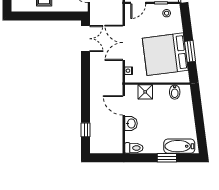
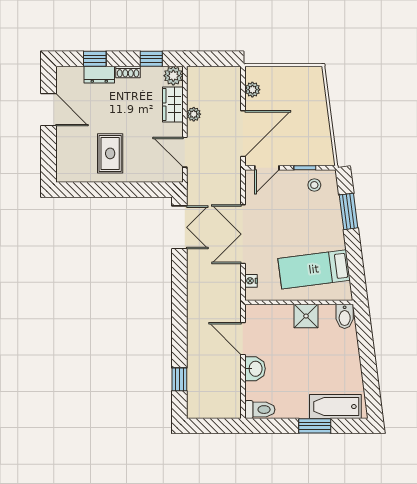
window: (190, 51) -> (349, 211), moved
bed: (165, 54) -> (314, 269), width x0.49
shower: (145, 92) -> (306, 316), moved
bidet: (175, 92) -> (345, 316), moved

